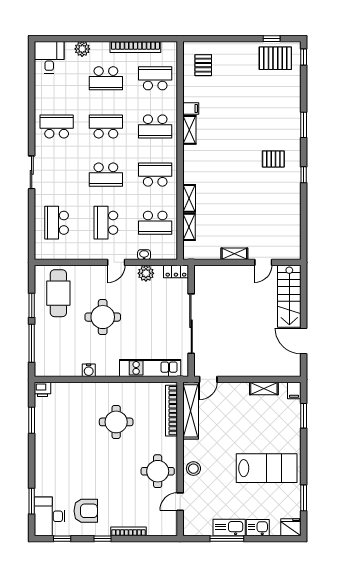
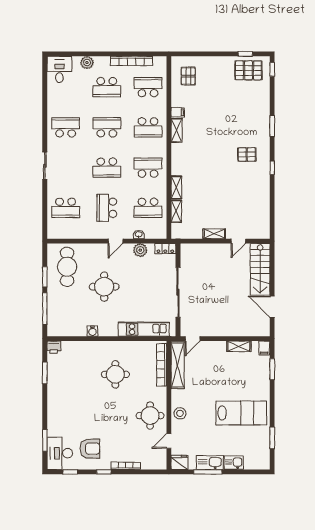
school desk: (57, 223) -> (66, 208), turned -90
fridge: (291, 527) -> (179, 462), moved

